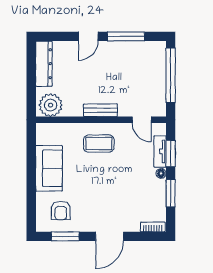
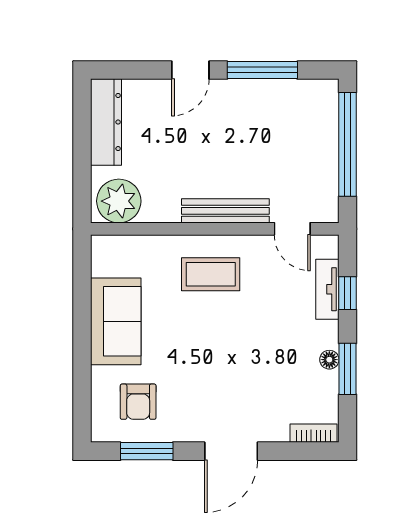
bench: (100, 110) -> (225, 211), width x1.36
window: (171, 153) -> (347, 293), width x0.67
floor lamp: (161, 173) -> (329, 360), moved

